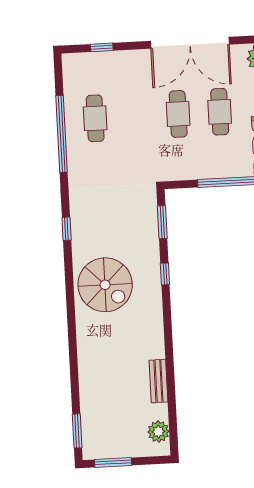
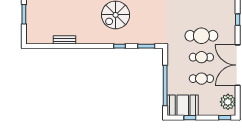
cafe table: (95, 118) -> (201, 36), moved, width x1.37, depth x1.35
plant: (158, 432) -> (39, 38), removed

